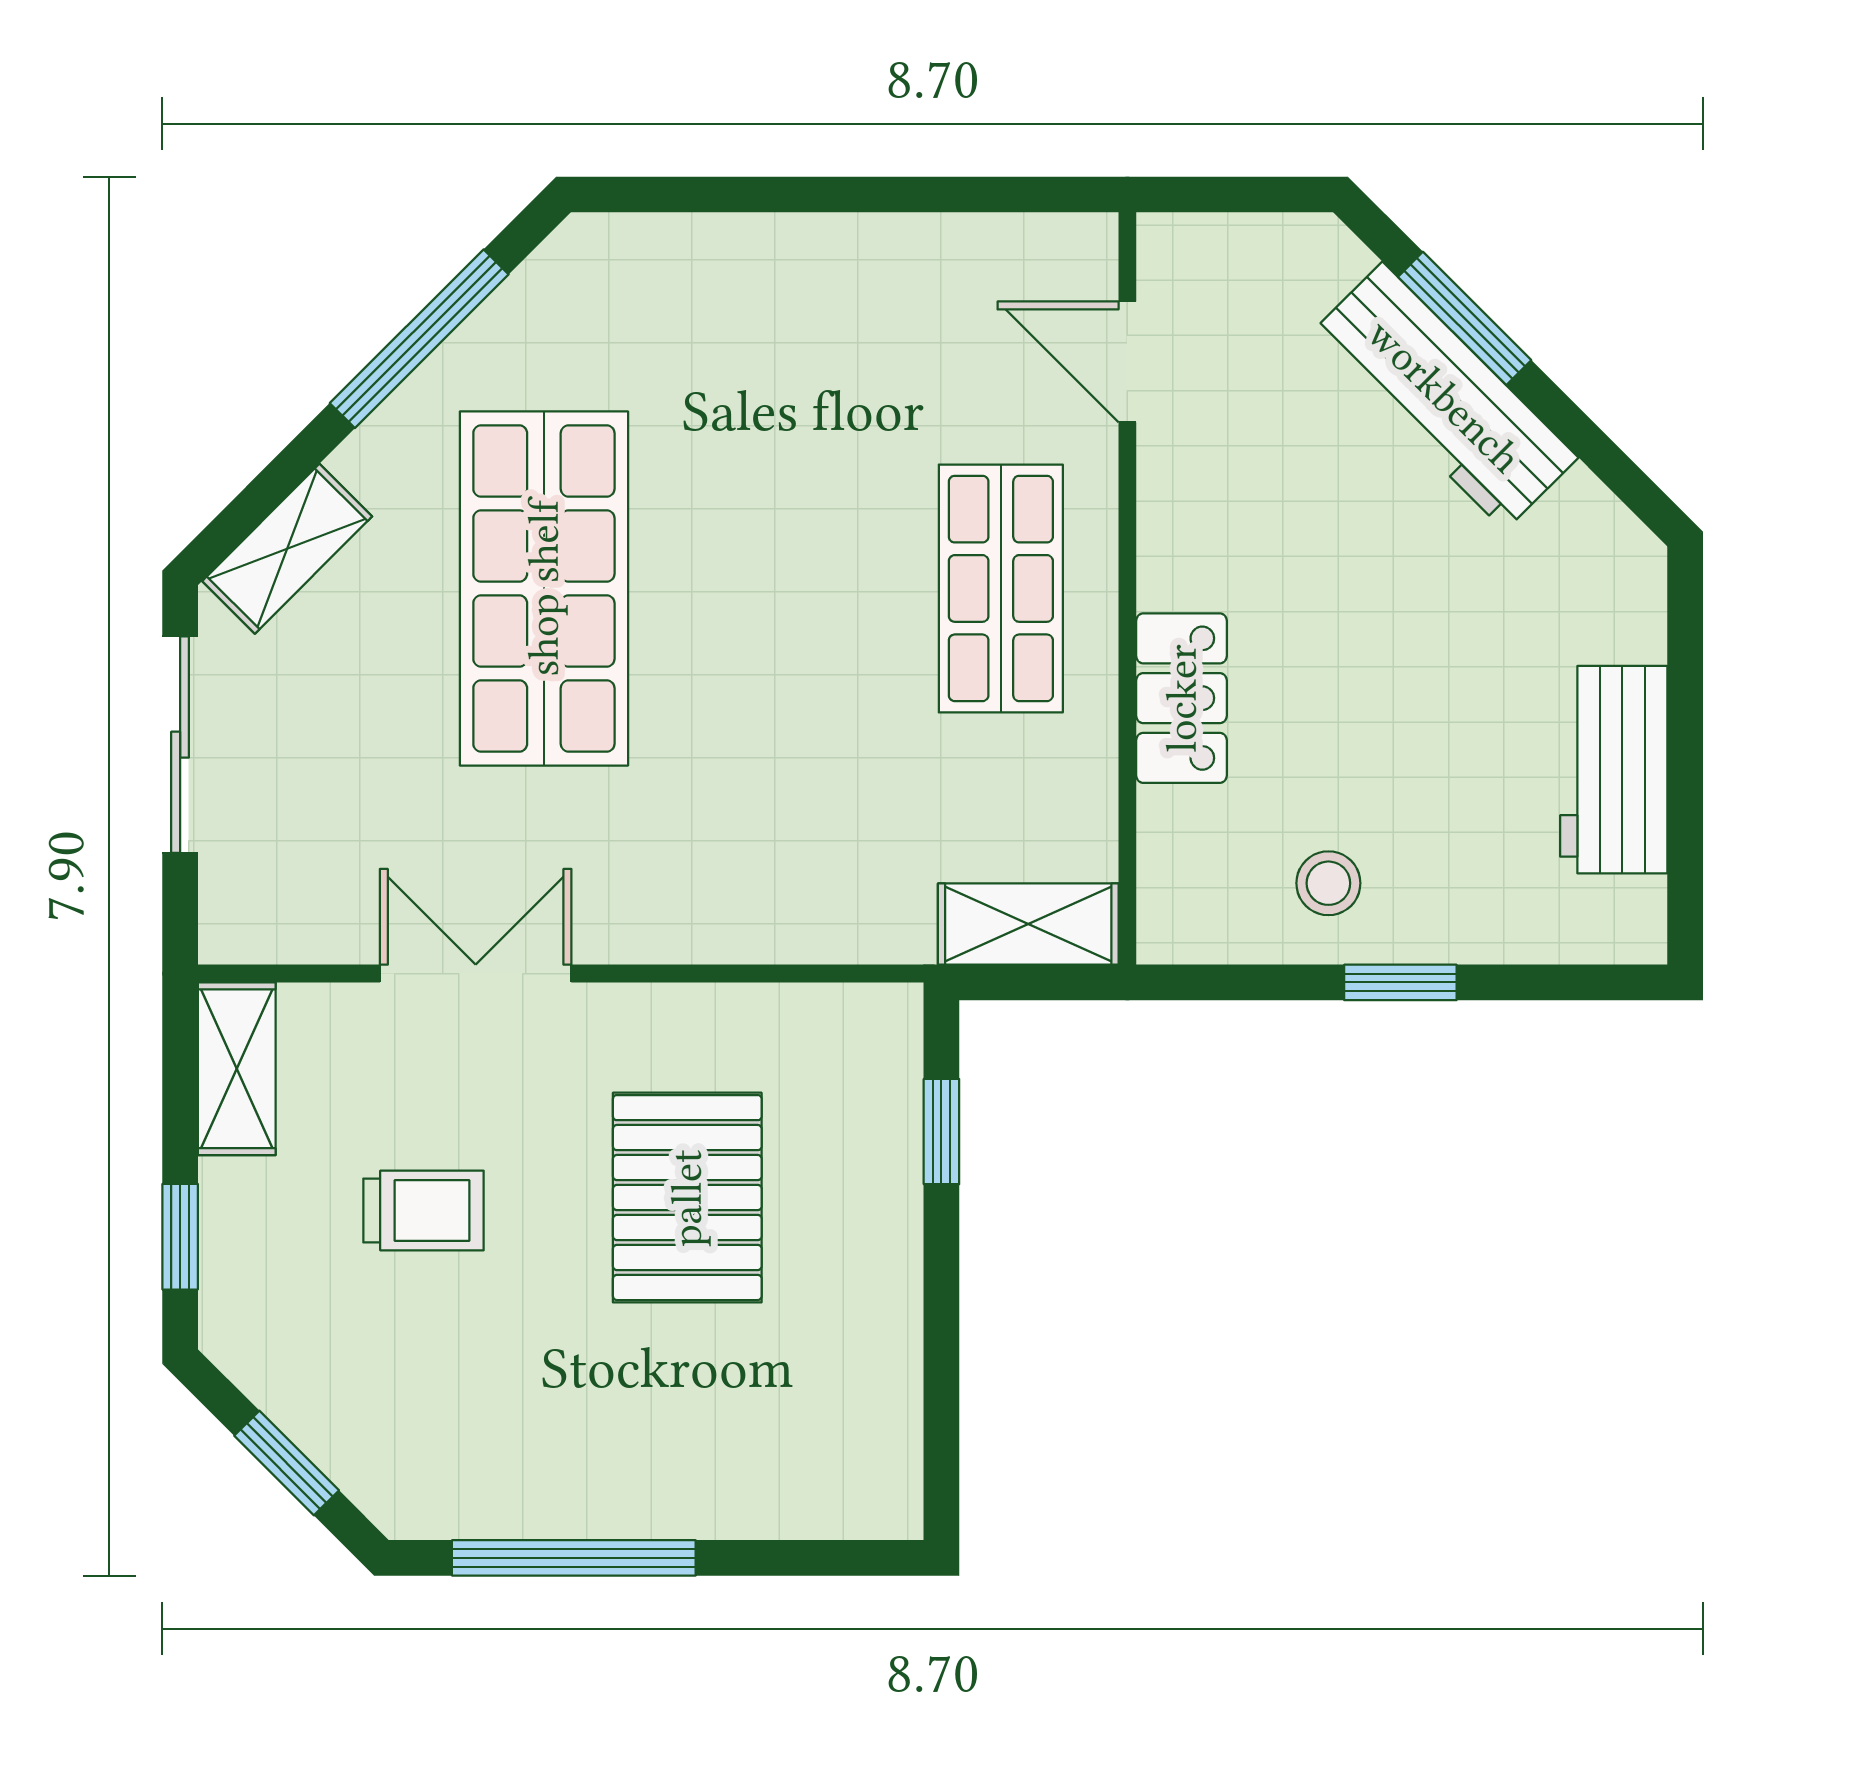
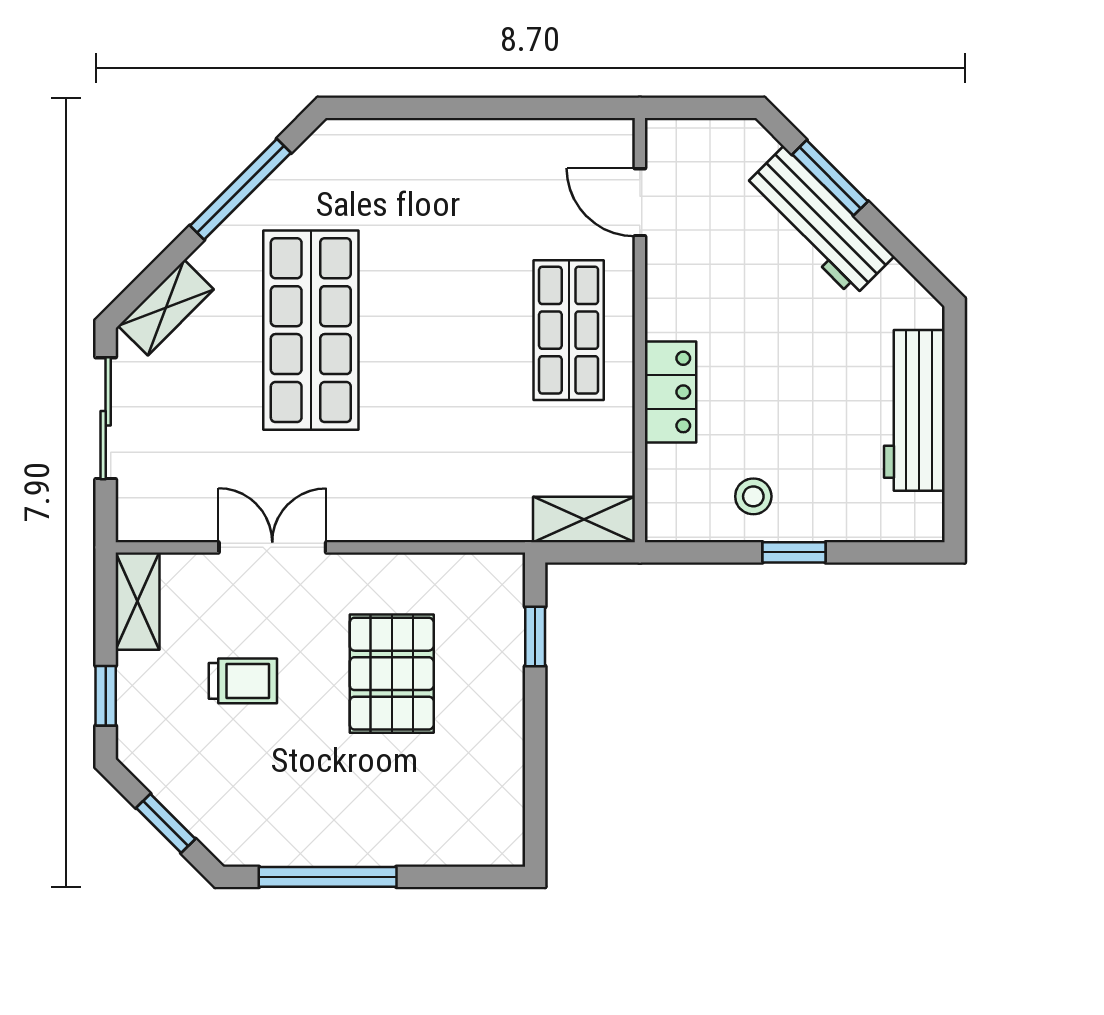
workbench: (1614, 770) -> (914, 410), width x1.37

